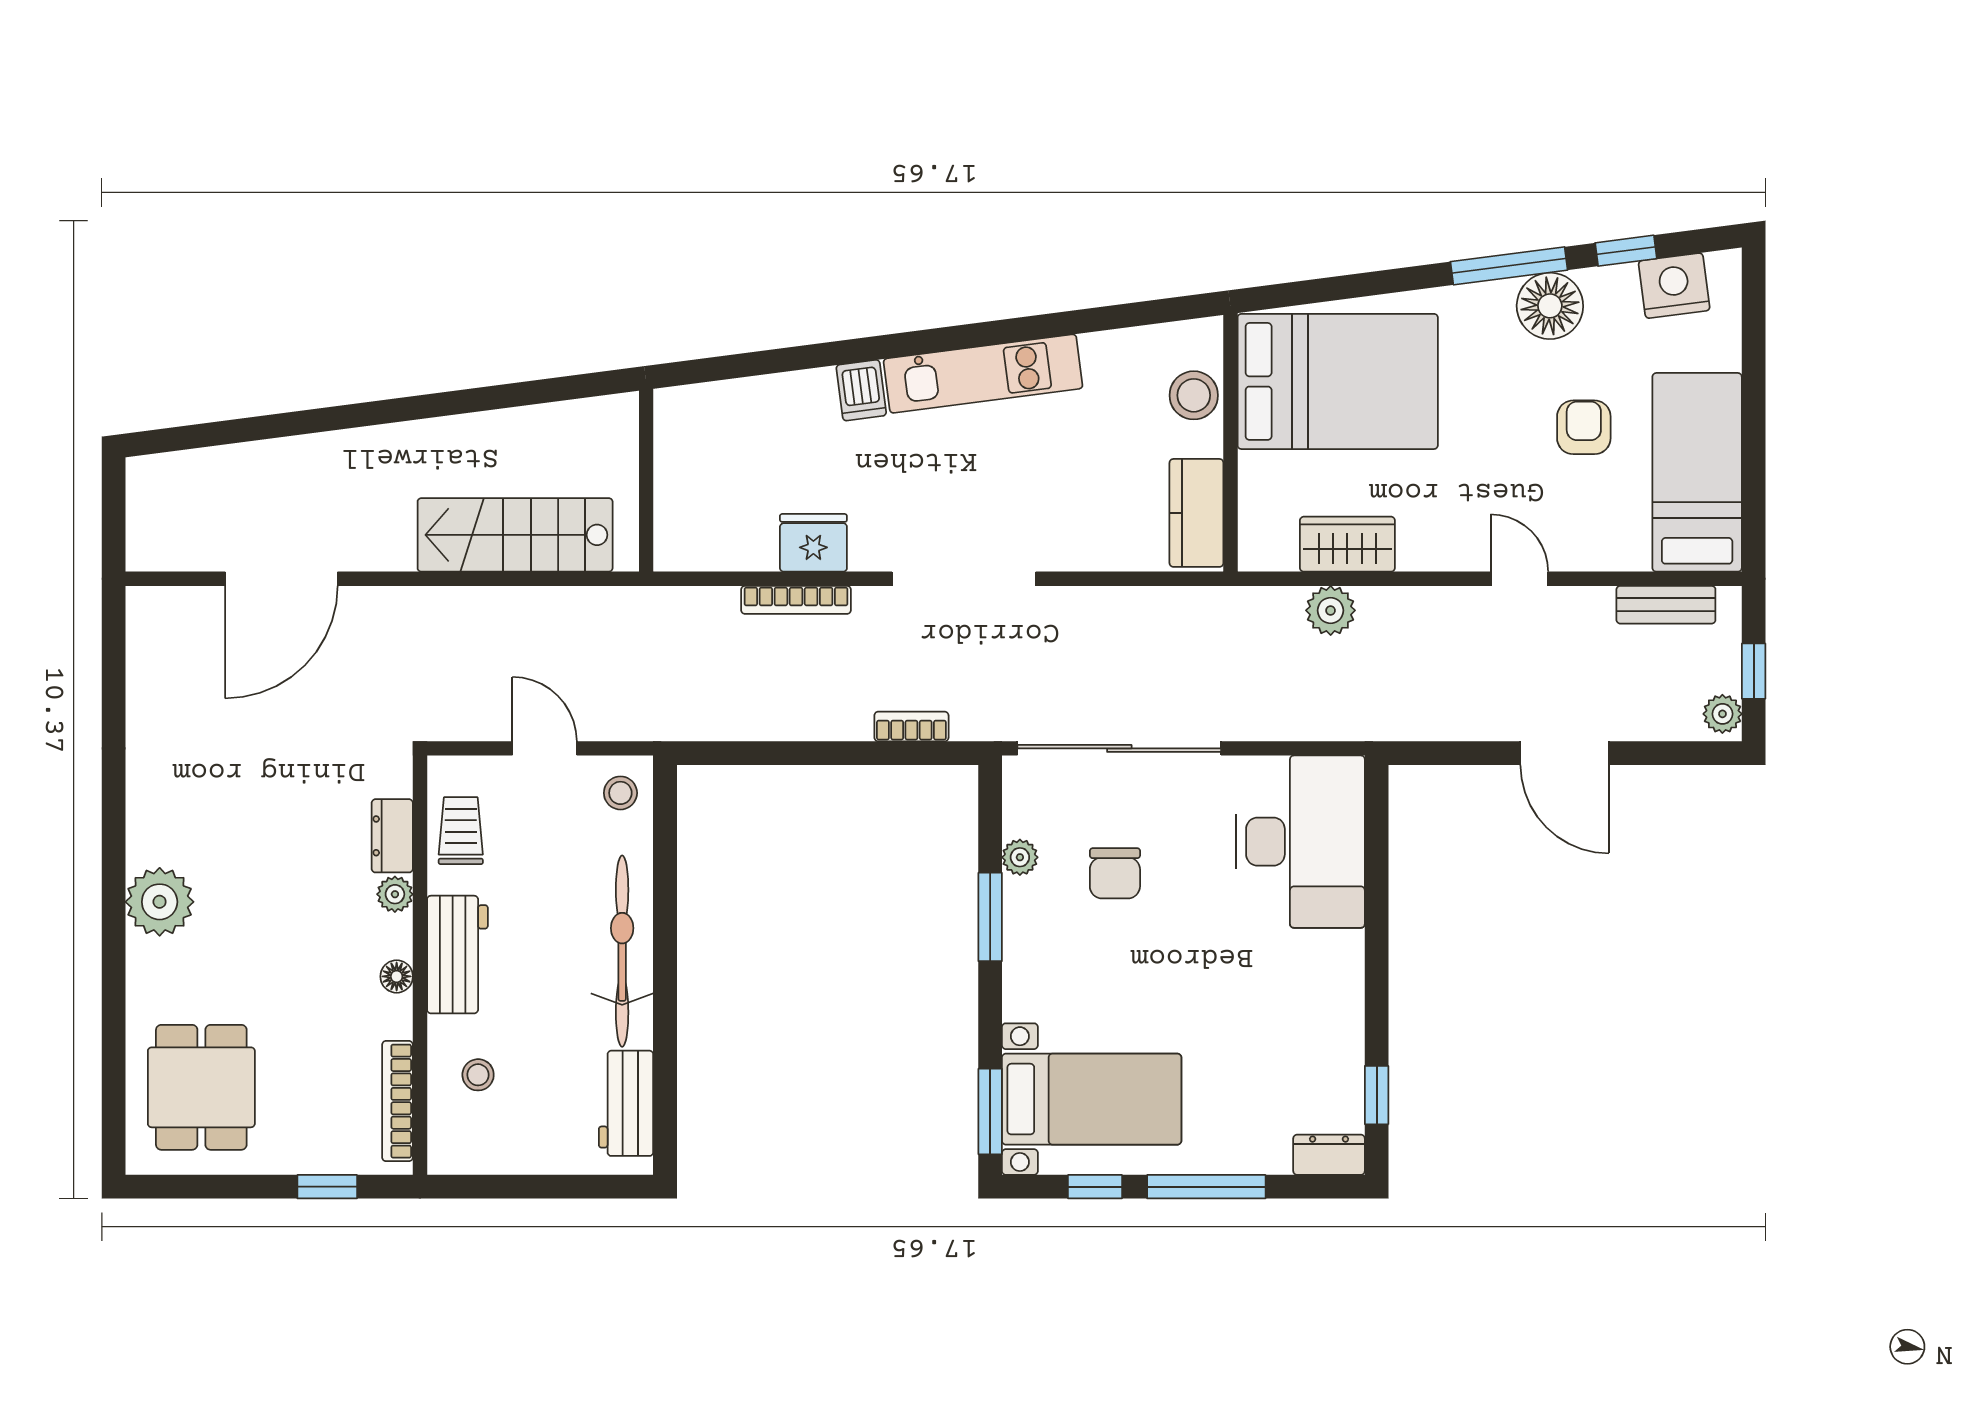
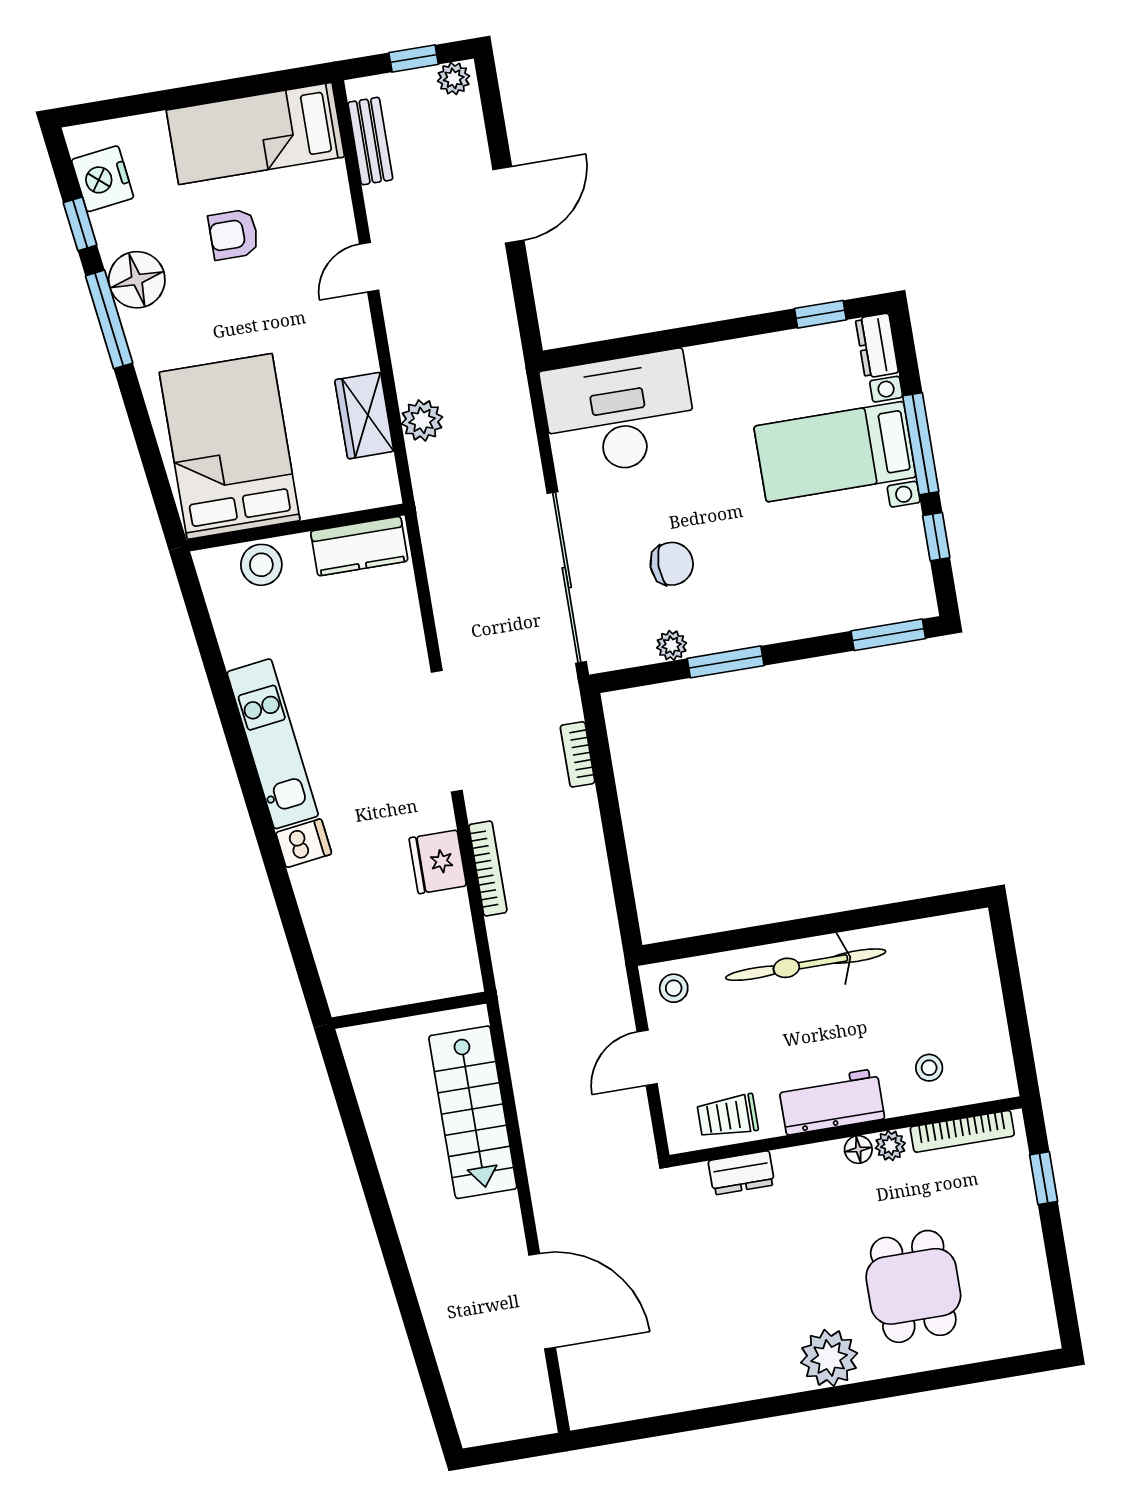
plant: (395, 894) -> (890, 1146), moved
dining table: (201, 1087) -> (913, 1286), moved, turned 90
bed with nightstands: (1092, 1099) -> (835, 452), moved, turned -90
workbench: (626, 1103) -> (932, 940), removed

